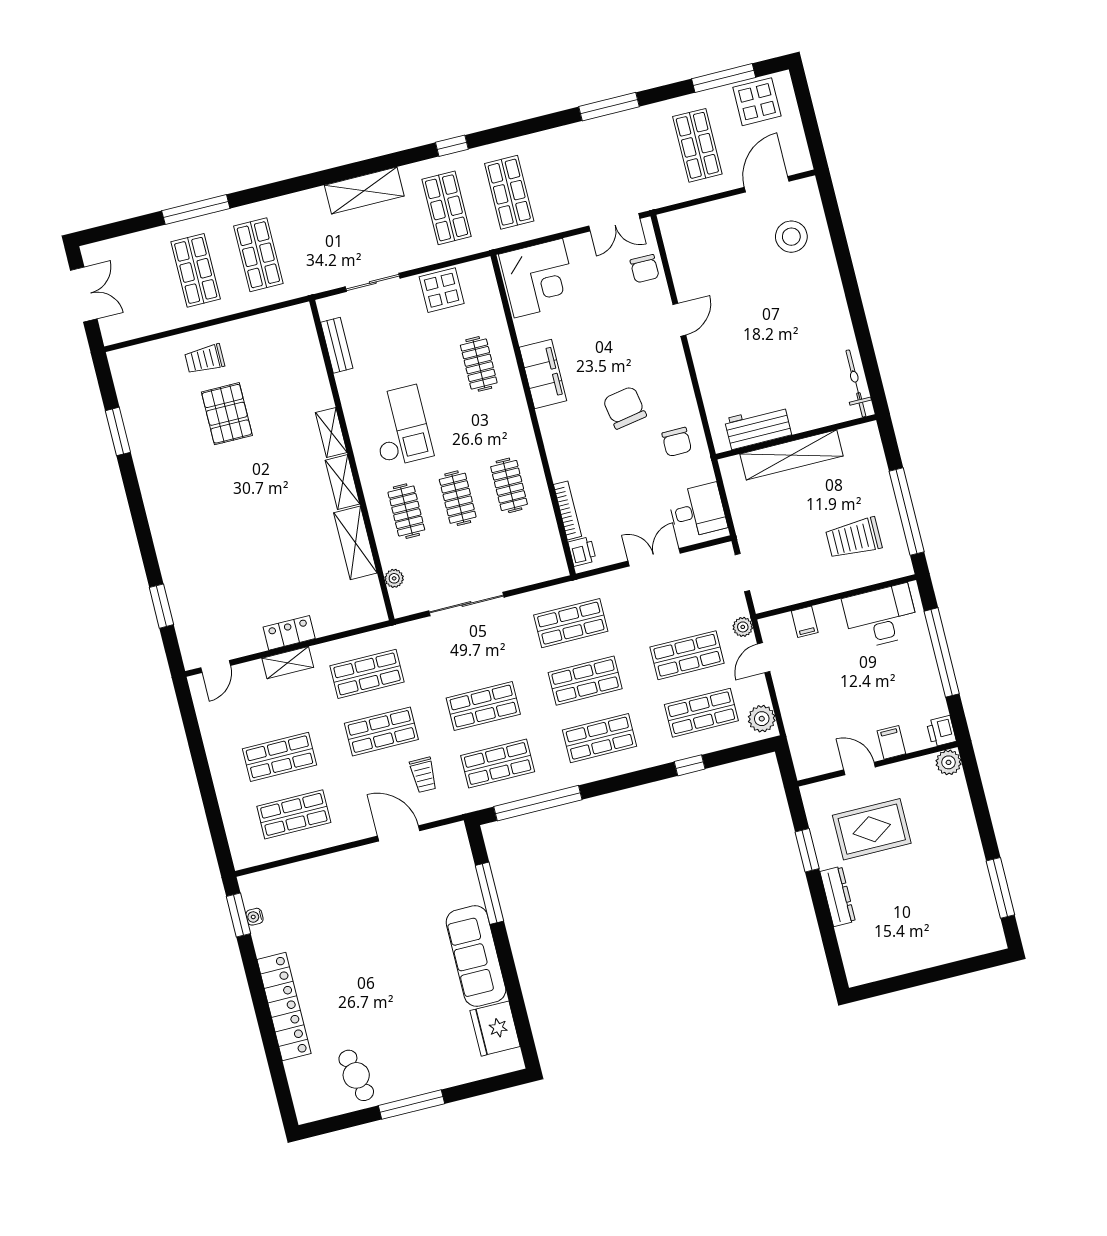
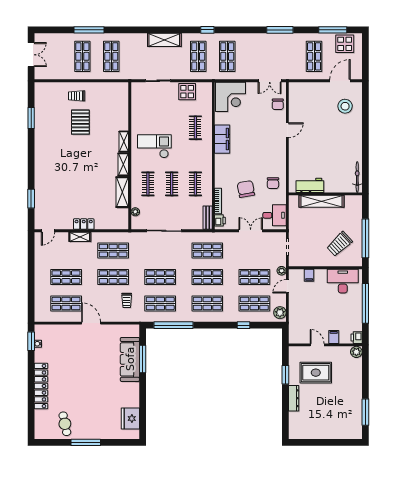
bench: (337, 345) -> (208, 218), moved
chair: (625, 408) -> (246, 189), moved
checkout: (400, 426) -> (154, 146), turned -90
trolley: (854, 538) -> (339, 244), turned -43
door: (399, 833) -> (91, 323), moved
sofa: (476, 956) -> (130, 359), moved

